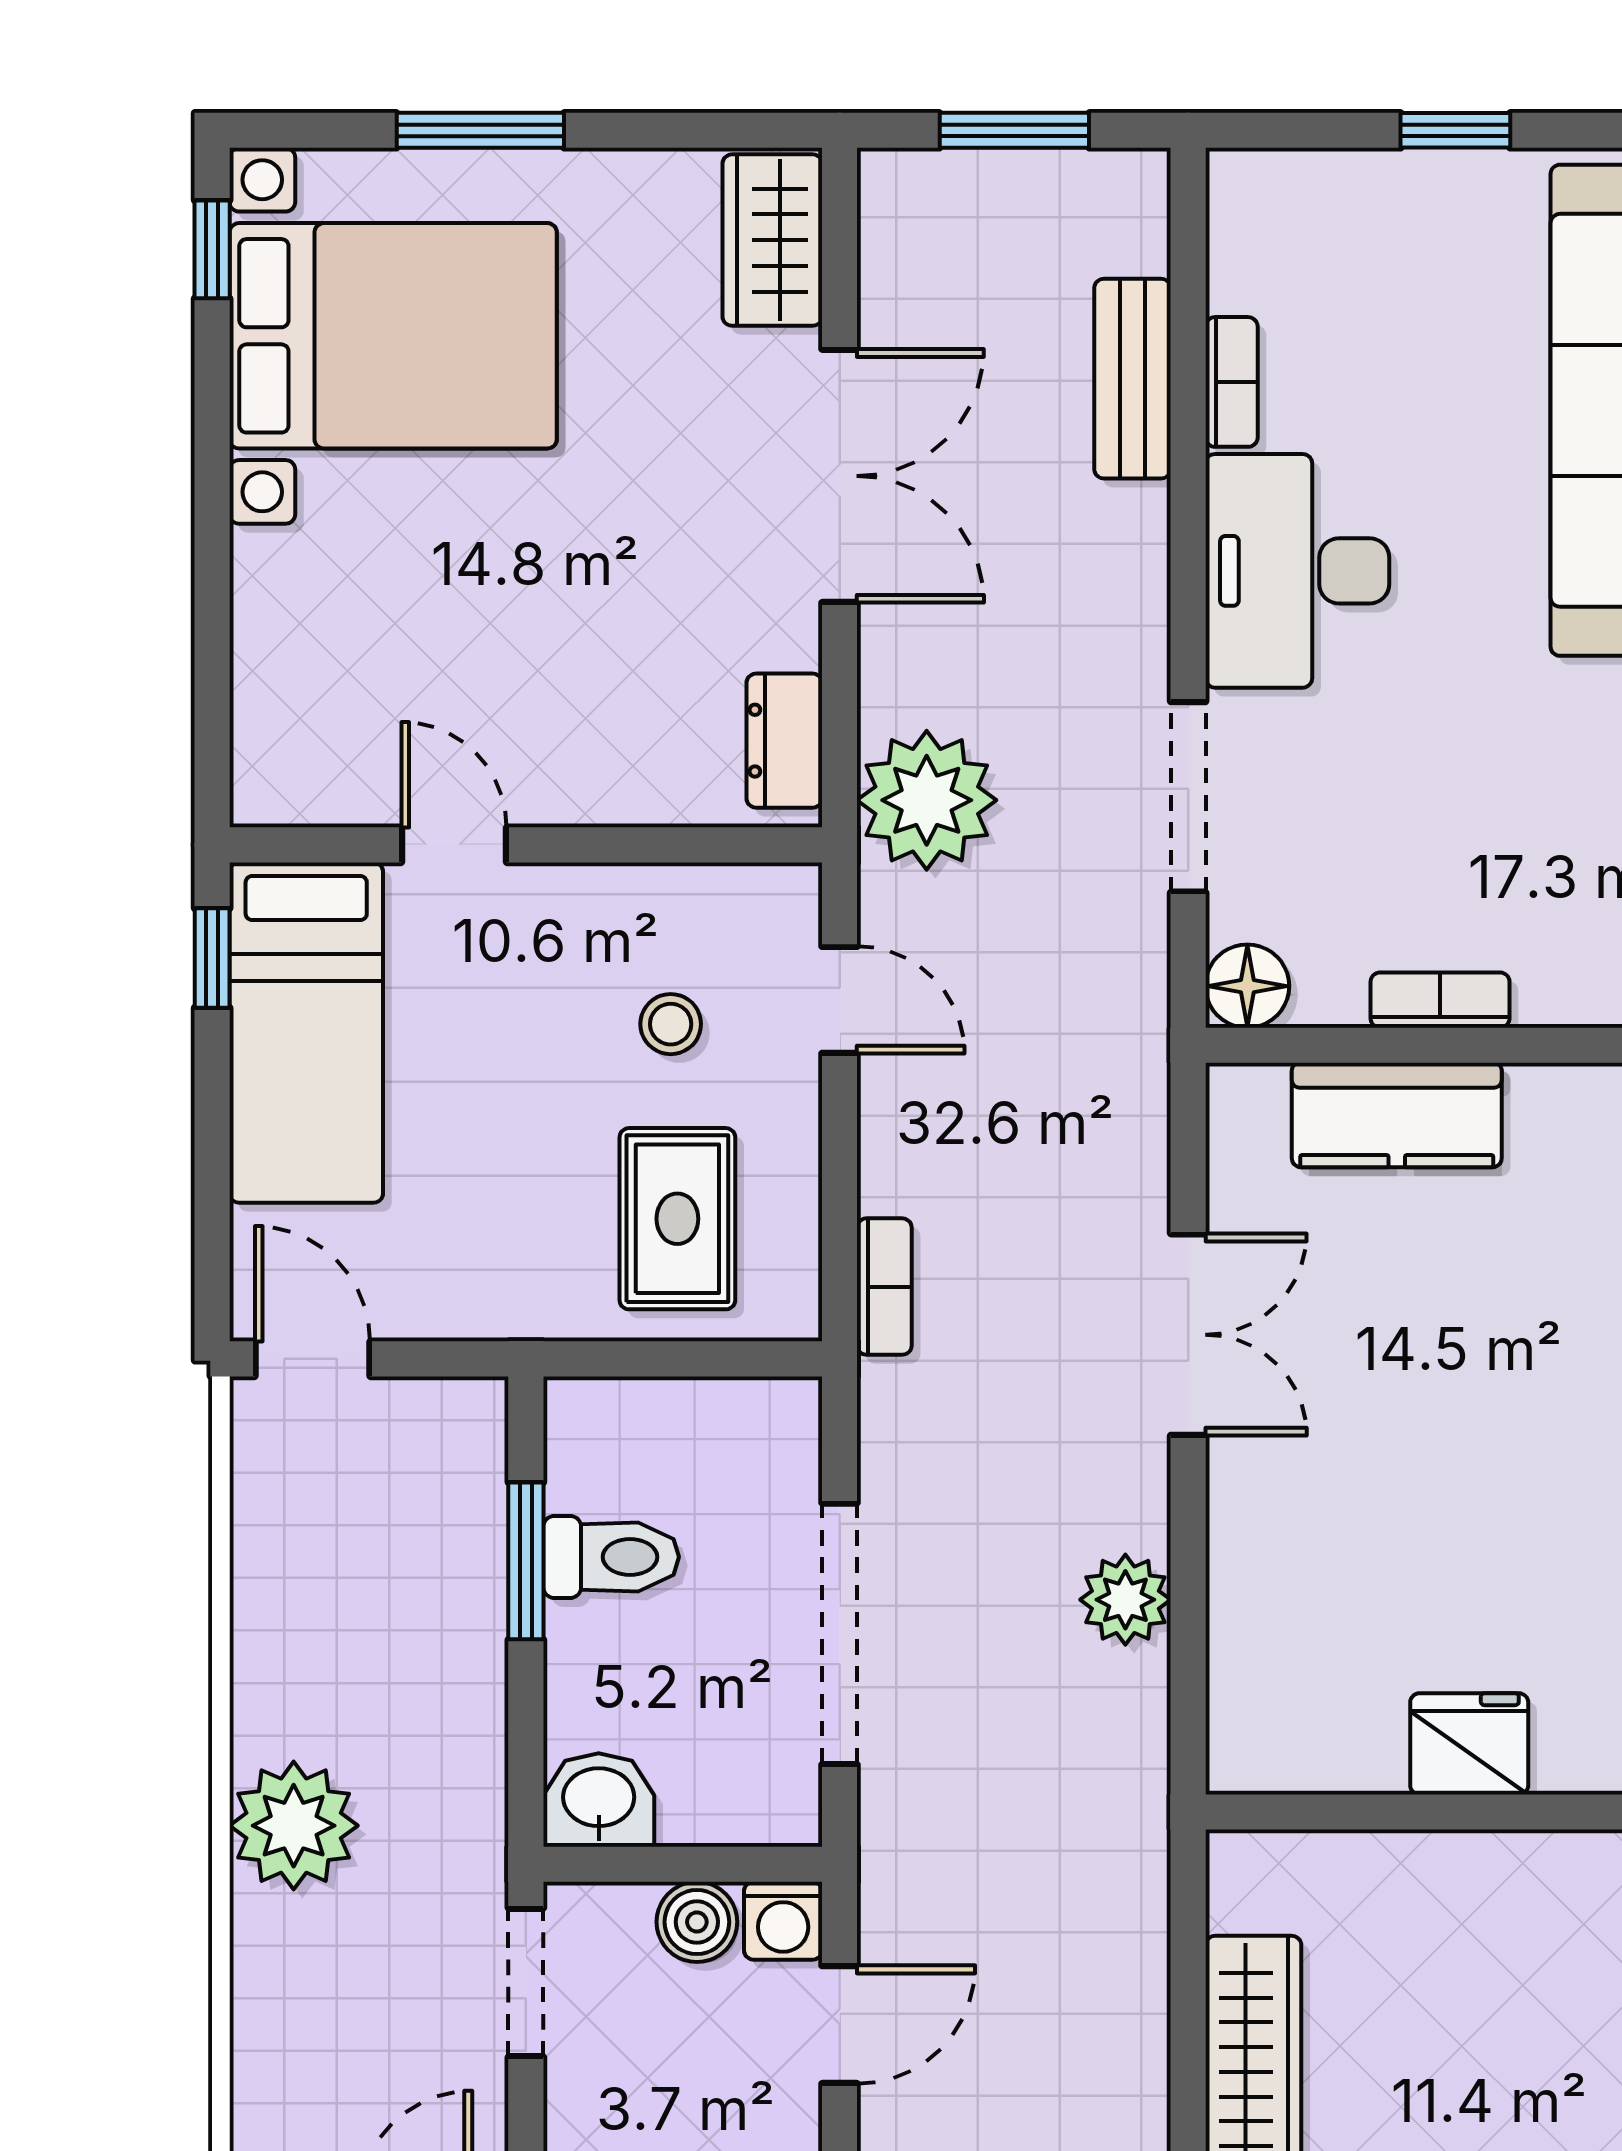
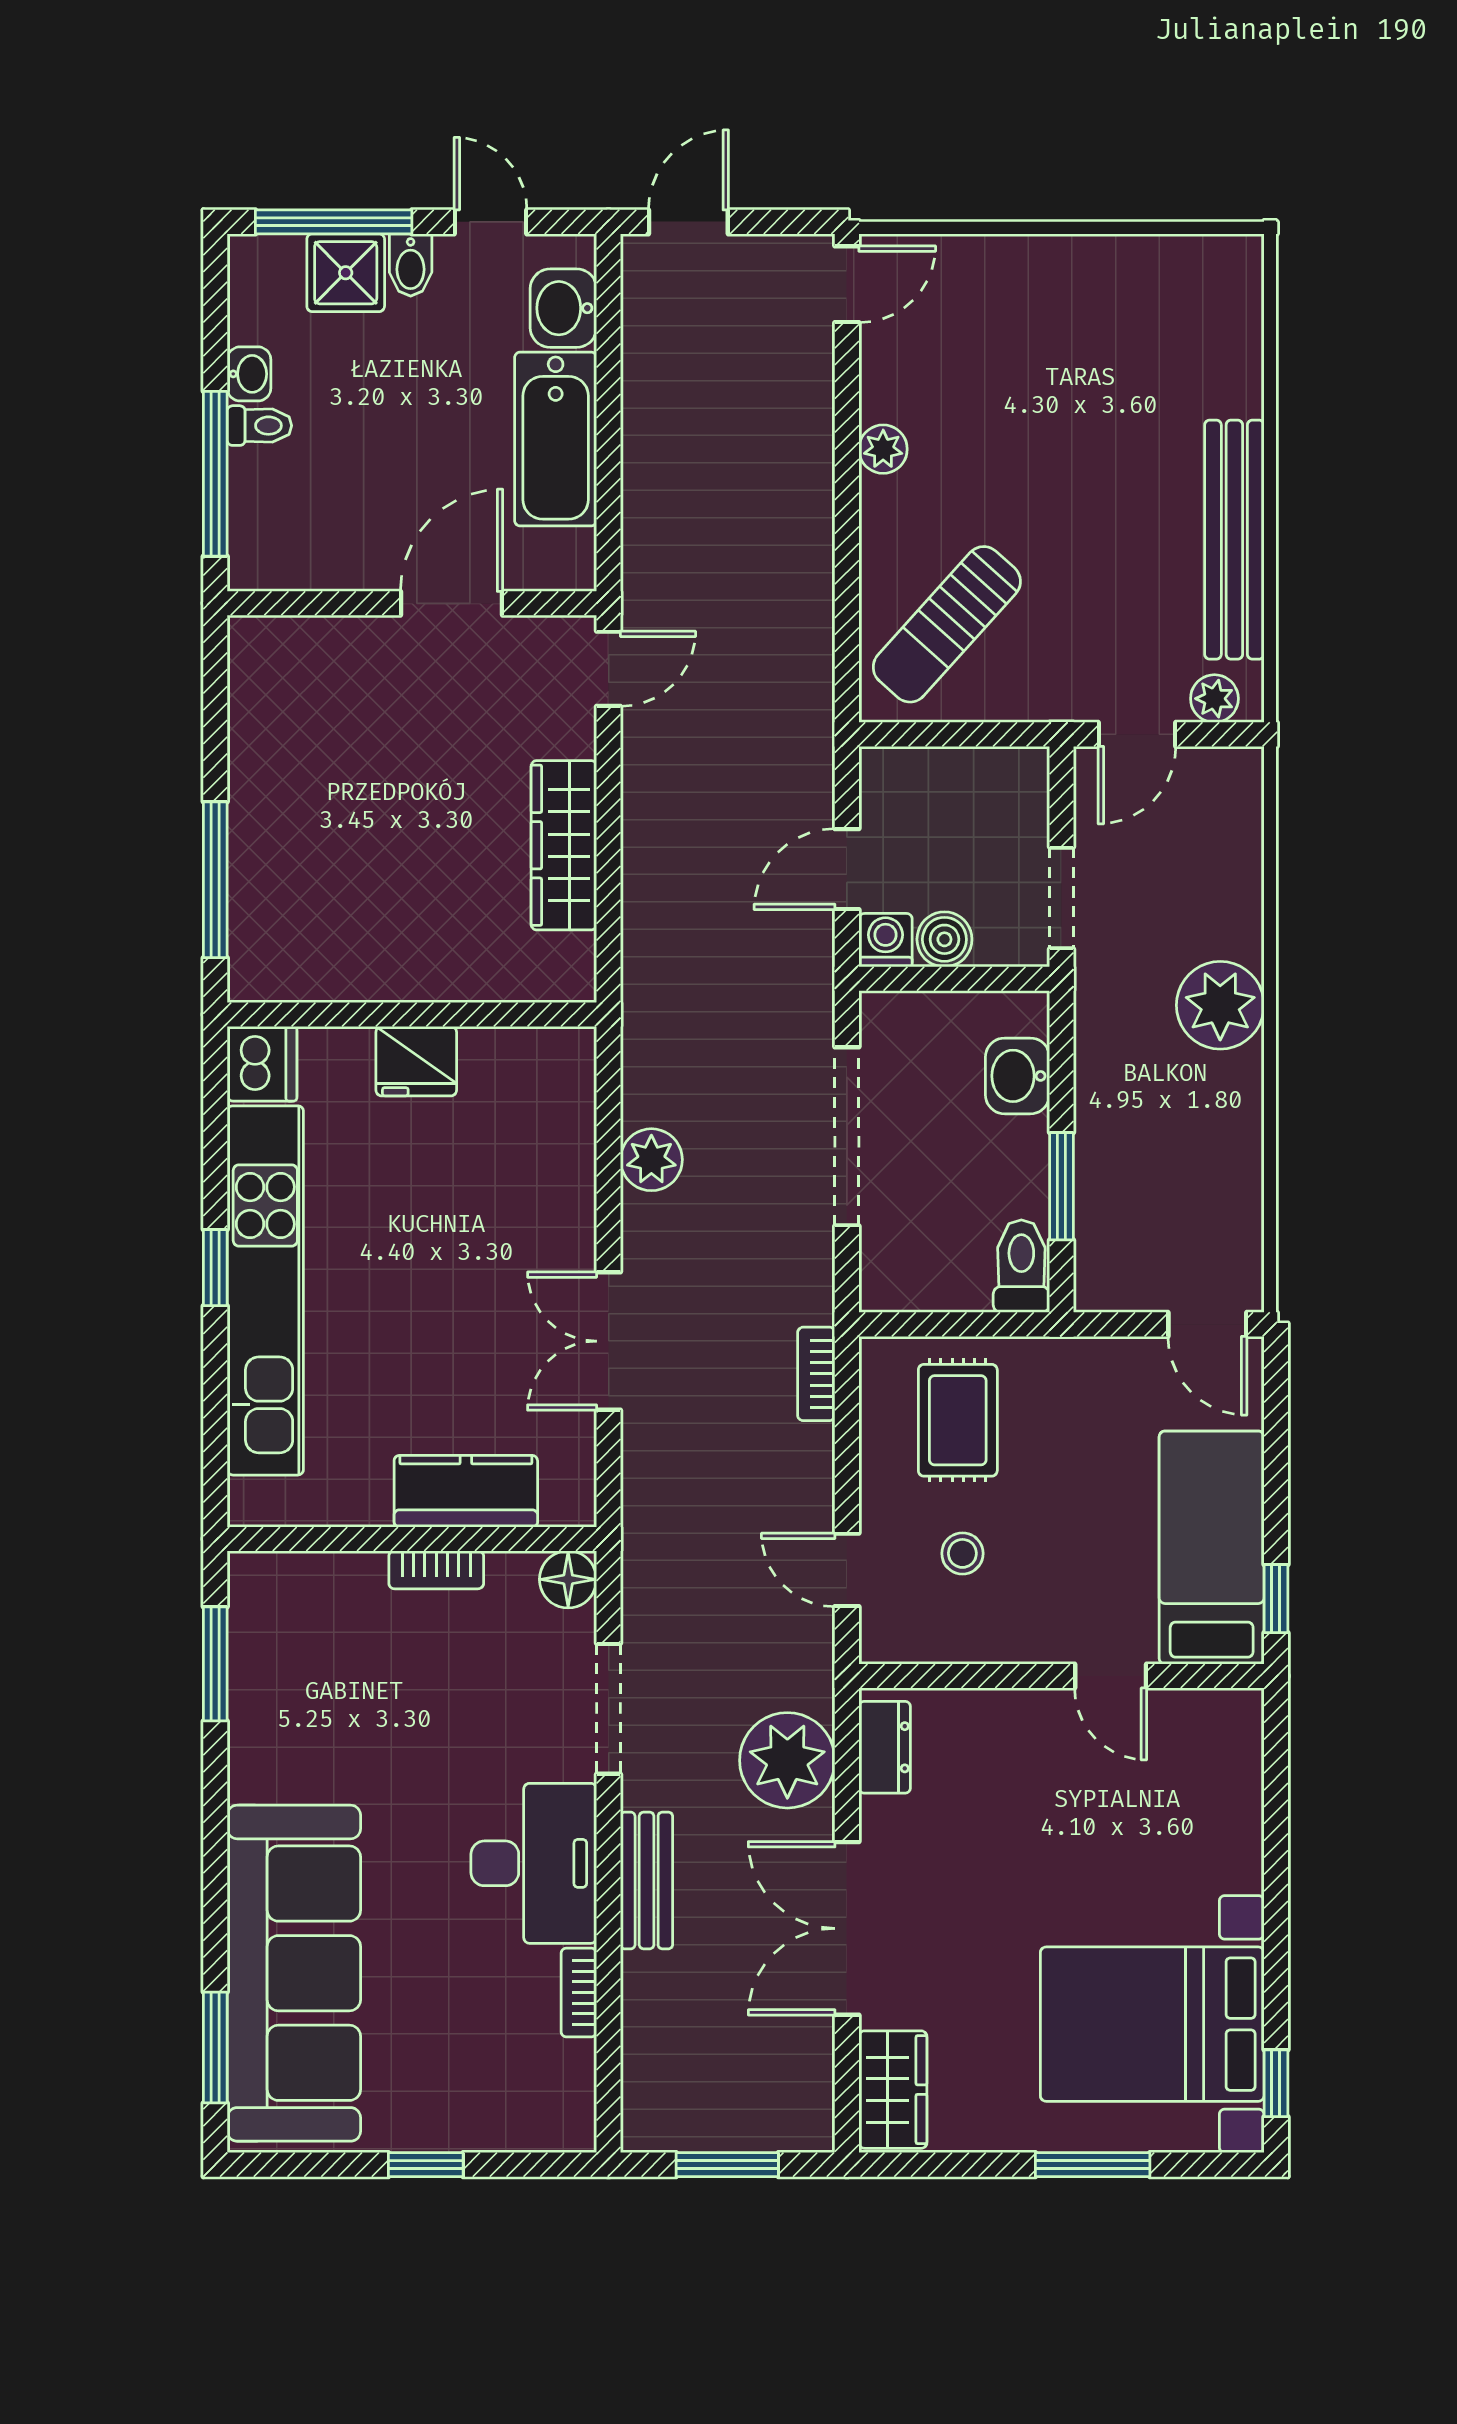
bench: (1132, 379) -> (647, 1880), moved
plant: (927, 800) -> (787, 1760), moved
toilet: (611, 1557) -> (1021, 1266), moved, turned 90
washbasin: (599, 1800) -> (1017, 1076), moved, turned 90

